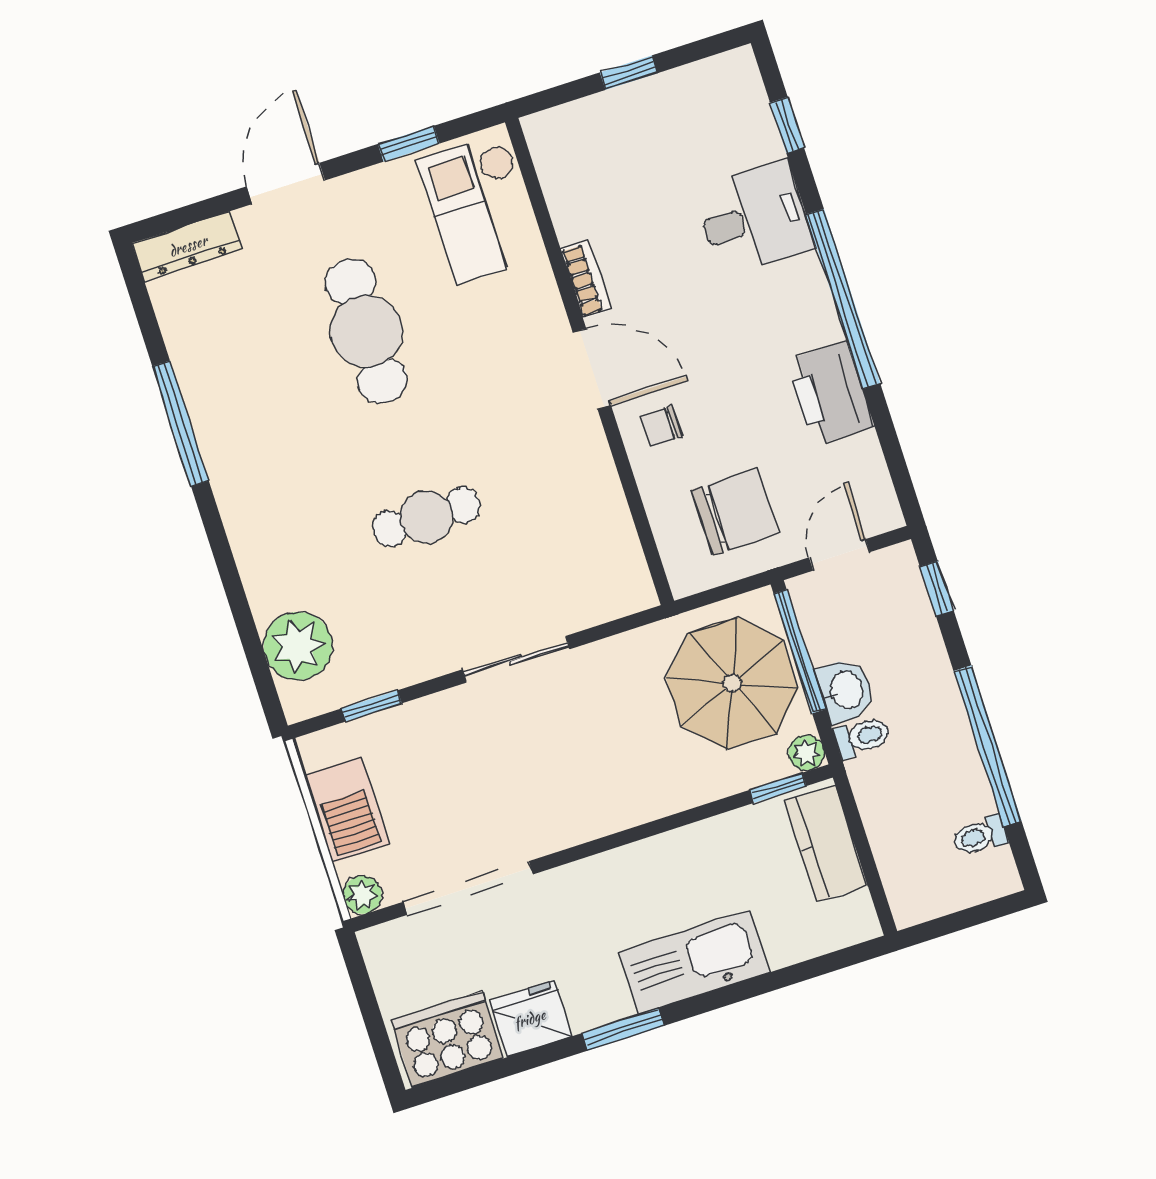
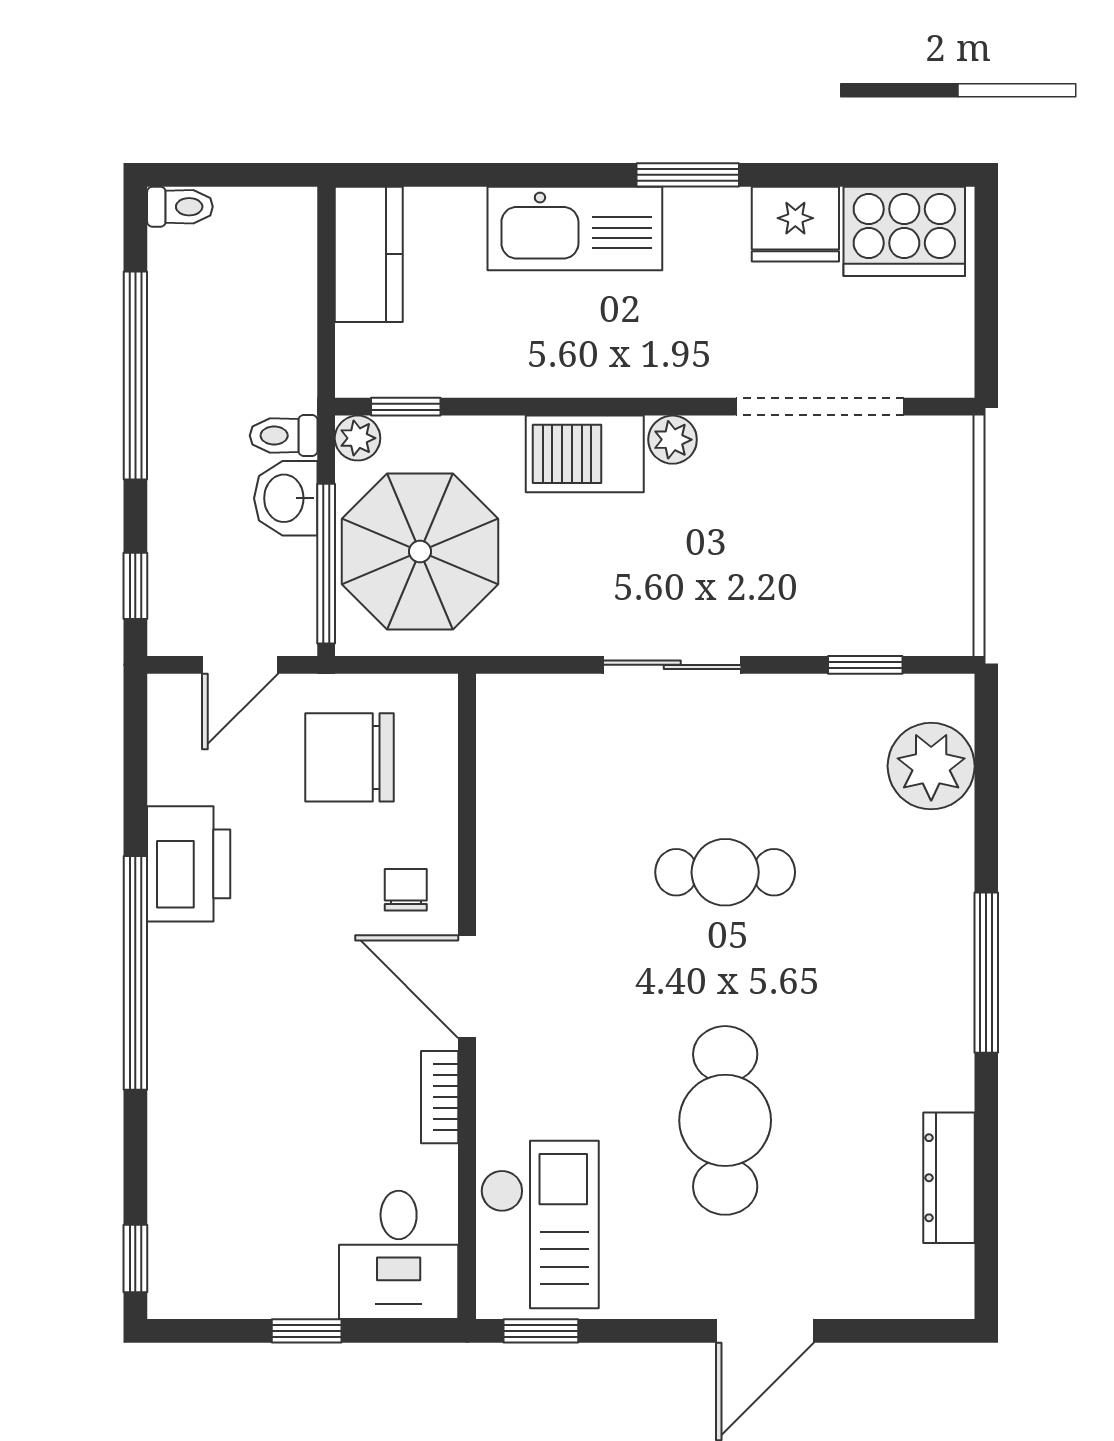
window: (787, 125) -> (135, 1259), moved
window: (409, 144) -> (541, 1331), moved
desk: (754, 218) -> (399, 1255), moved, turned -90
dresser: (188, 246) -> (949, 1178), moved, turned -90
window: (181, 424) -> (986, 973), moved
chair: (661, 426) -> (406, 890), turned -90
barbecue: (347, 810) -> (585, 454), moved, turned -90
toilet: (980, 836) -> (180, 207), moved
kitchen counter: (826, 843) -> (369, 254), moved
plant: (362, 895) -> (673, 440), moved

